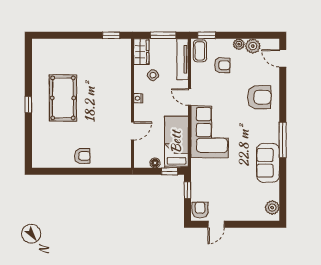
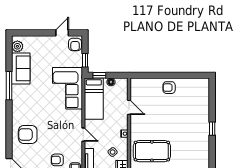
pool table: (63, 98) -> (152, 151), moved, turned 90
door: (132, 131) -> (129, 107), swing flipped
corner sofa: (210, 132) -> (67, 88), moved
window: (283, 140) -> (9, 86), moved
sofa: (268, 163) -> (21, 68), moved

